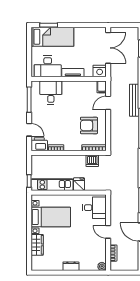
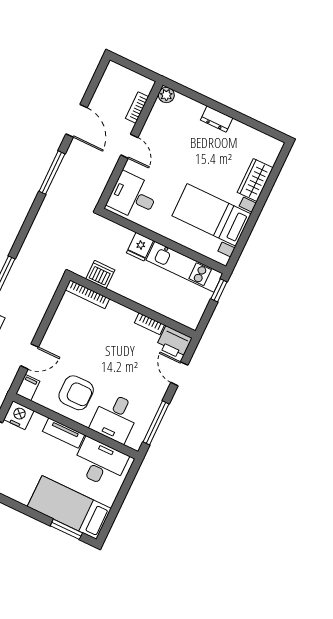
armchair: (89, 125) -> (76, 393), moved

